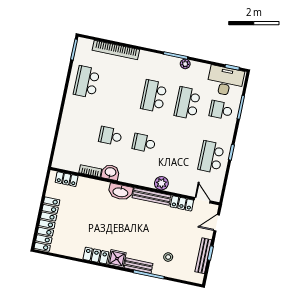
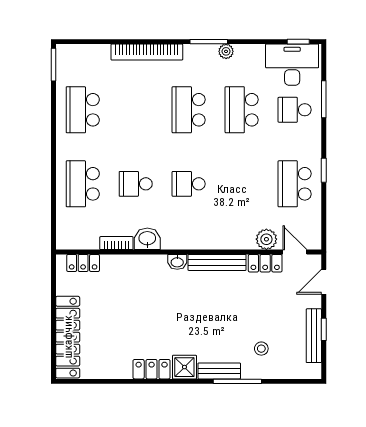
bookcase: (116, 50) -> (147, 52), moved
school desk: (77, 129) -> (83, 184), added
plant: (161, 183) -> (266, 239), moved
washbasin: (120, 192) -> (177, 262), width x0.52, depth x0.69

